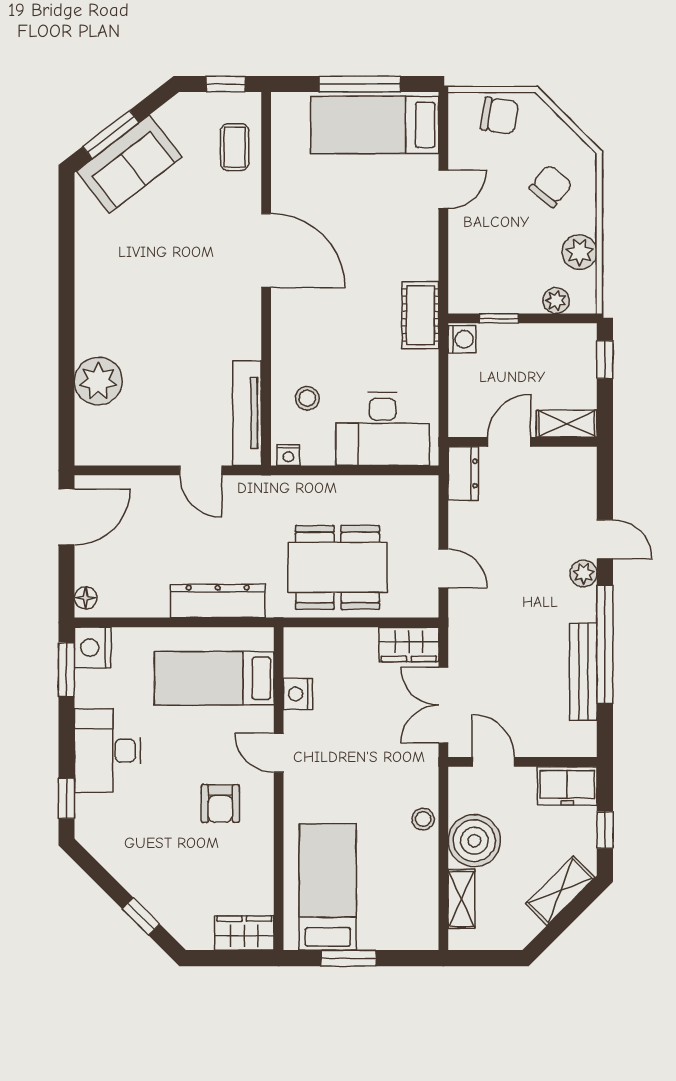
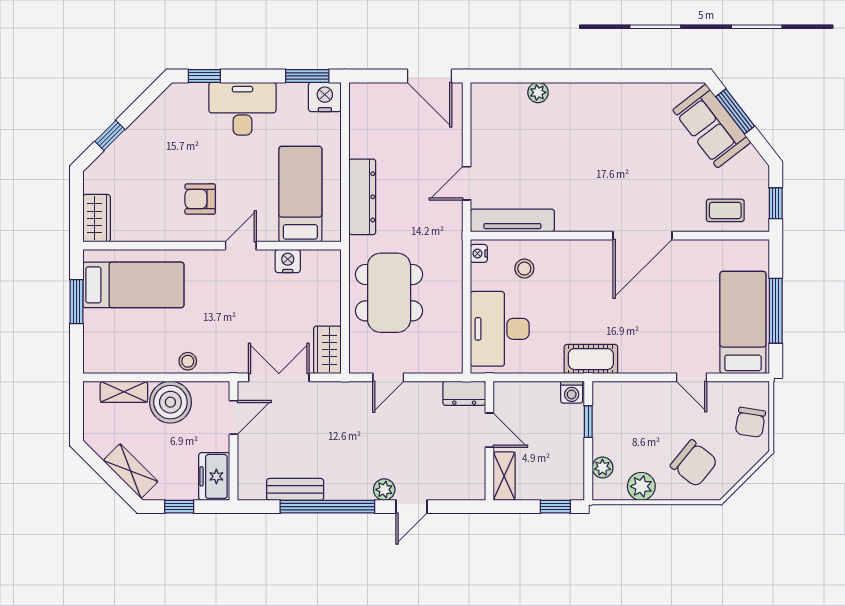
chair: (551, 186) -> (694, 463), width x1.37, depth x1.37
plant: (98, 381) -> (538, 92), width x0.53, depth x0.53
floor lamp: (86, 598) -> (365, 91), removed
bench: (583, 672) -> (295, 489), width x0.73

